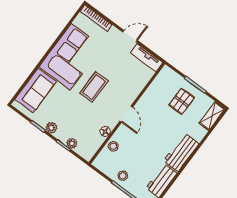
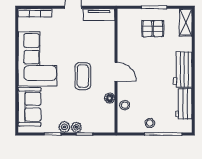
coffee table: (94, 87) -> (83, 76), moved
pallet: (182, 101) -> (153, 29), turned 90
plant: (72, 143) -> (76, 127), moved

